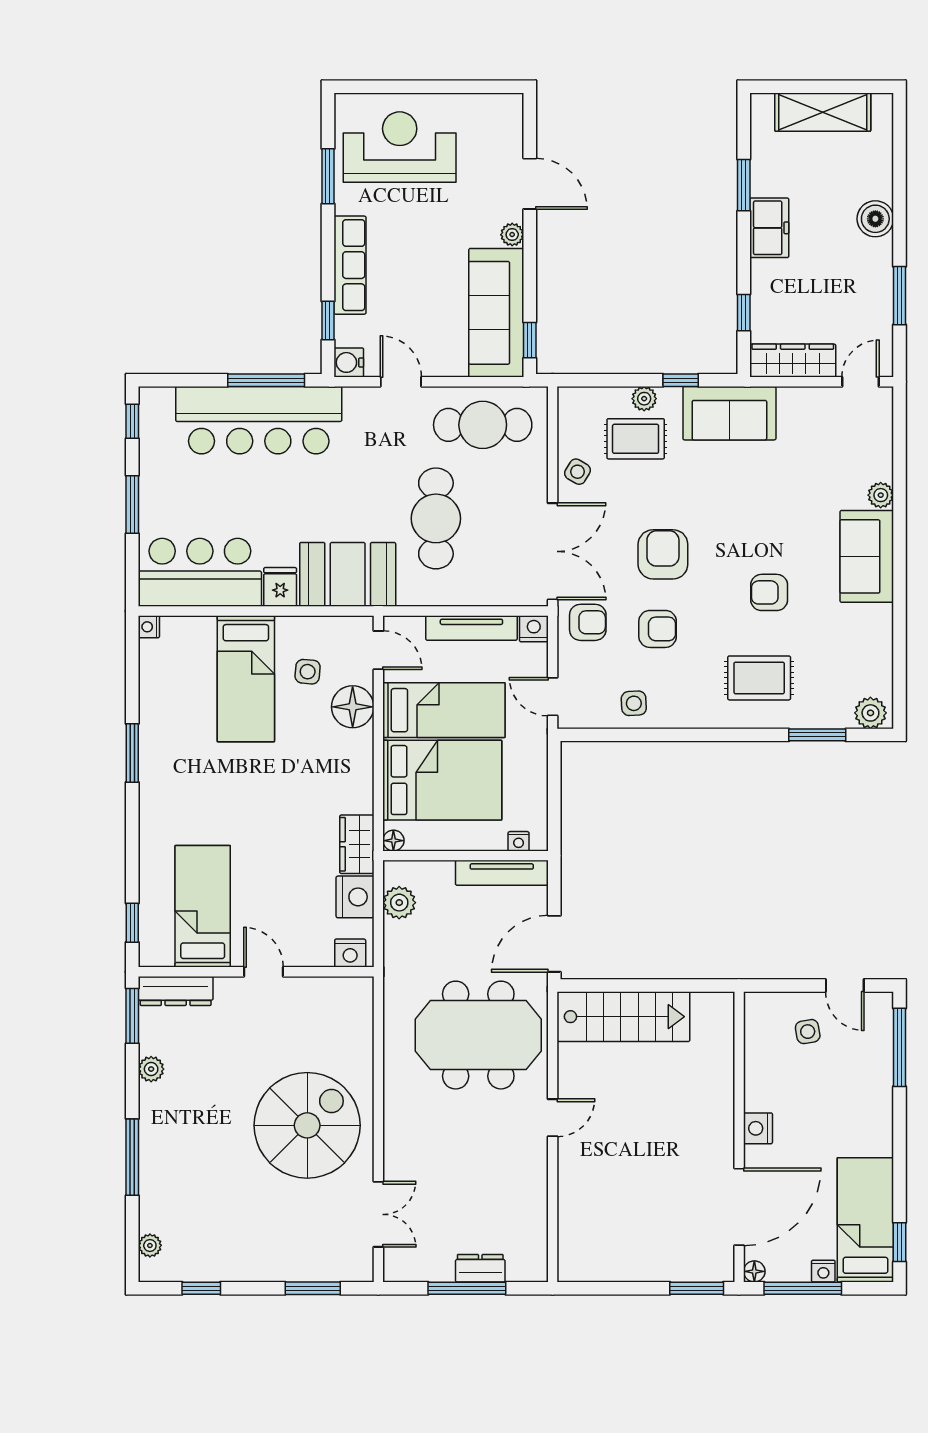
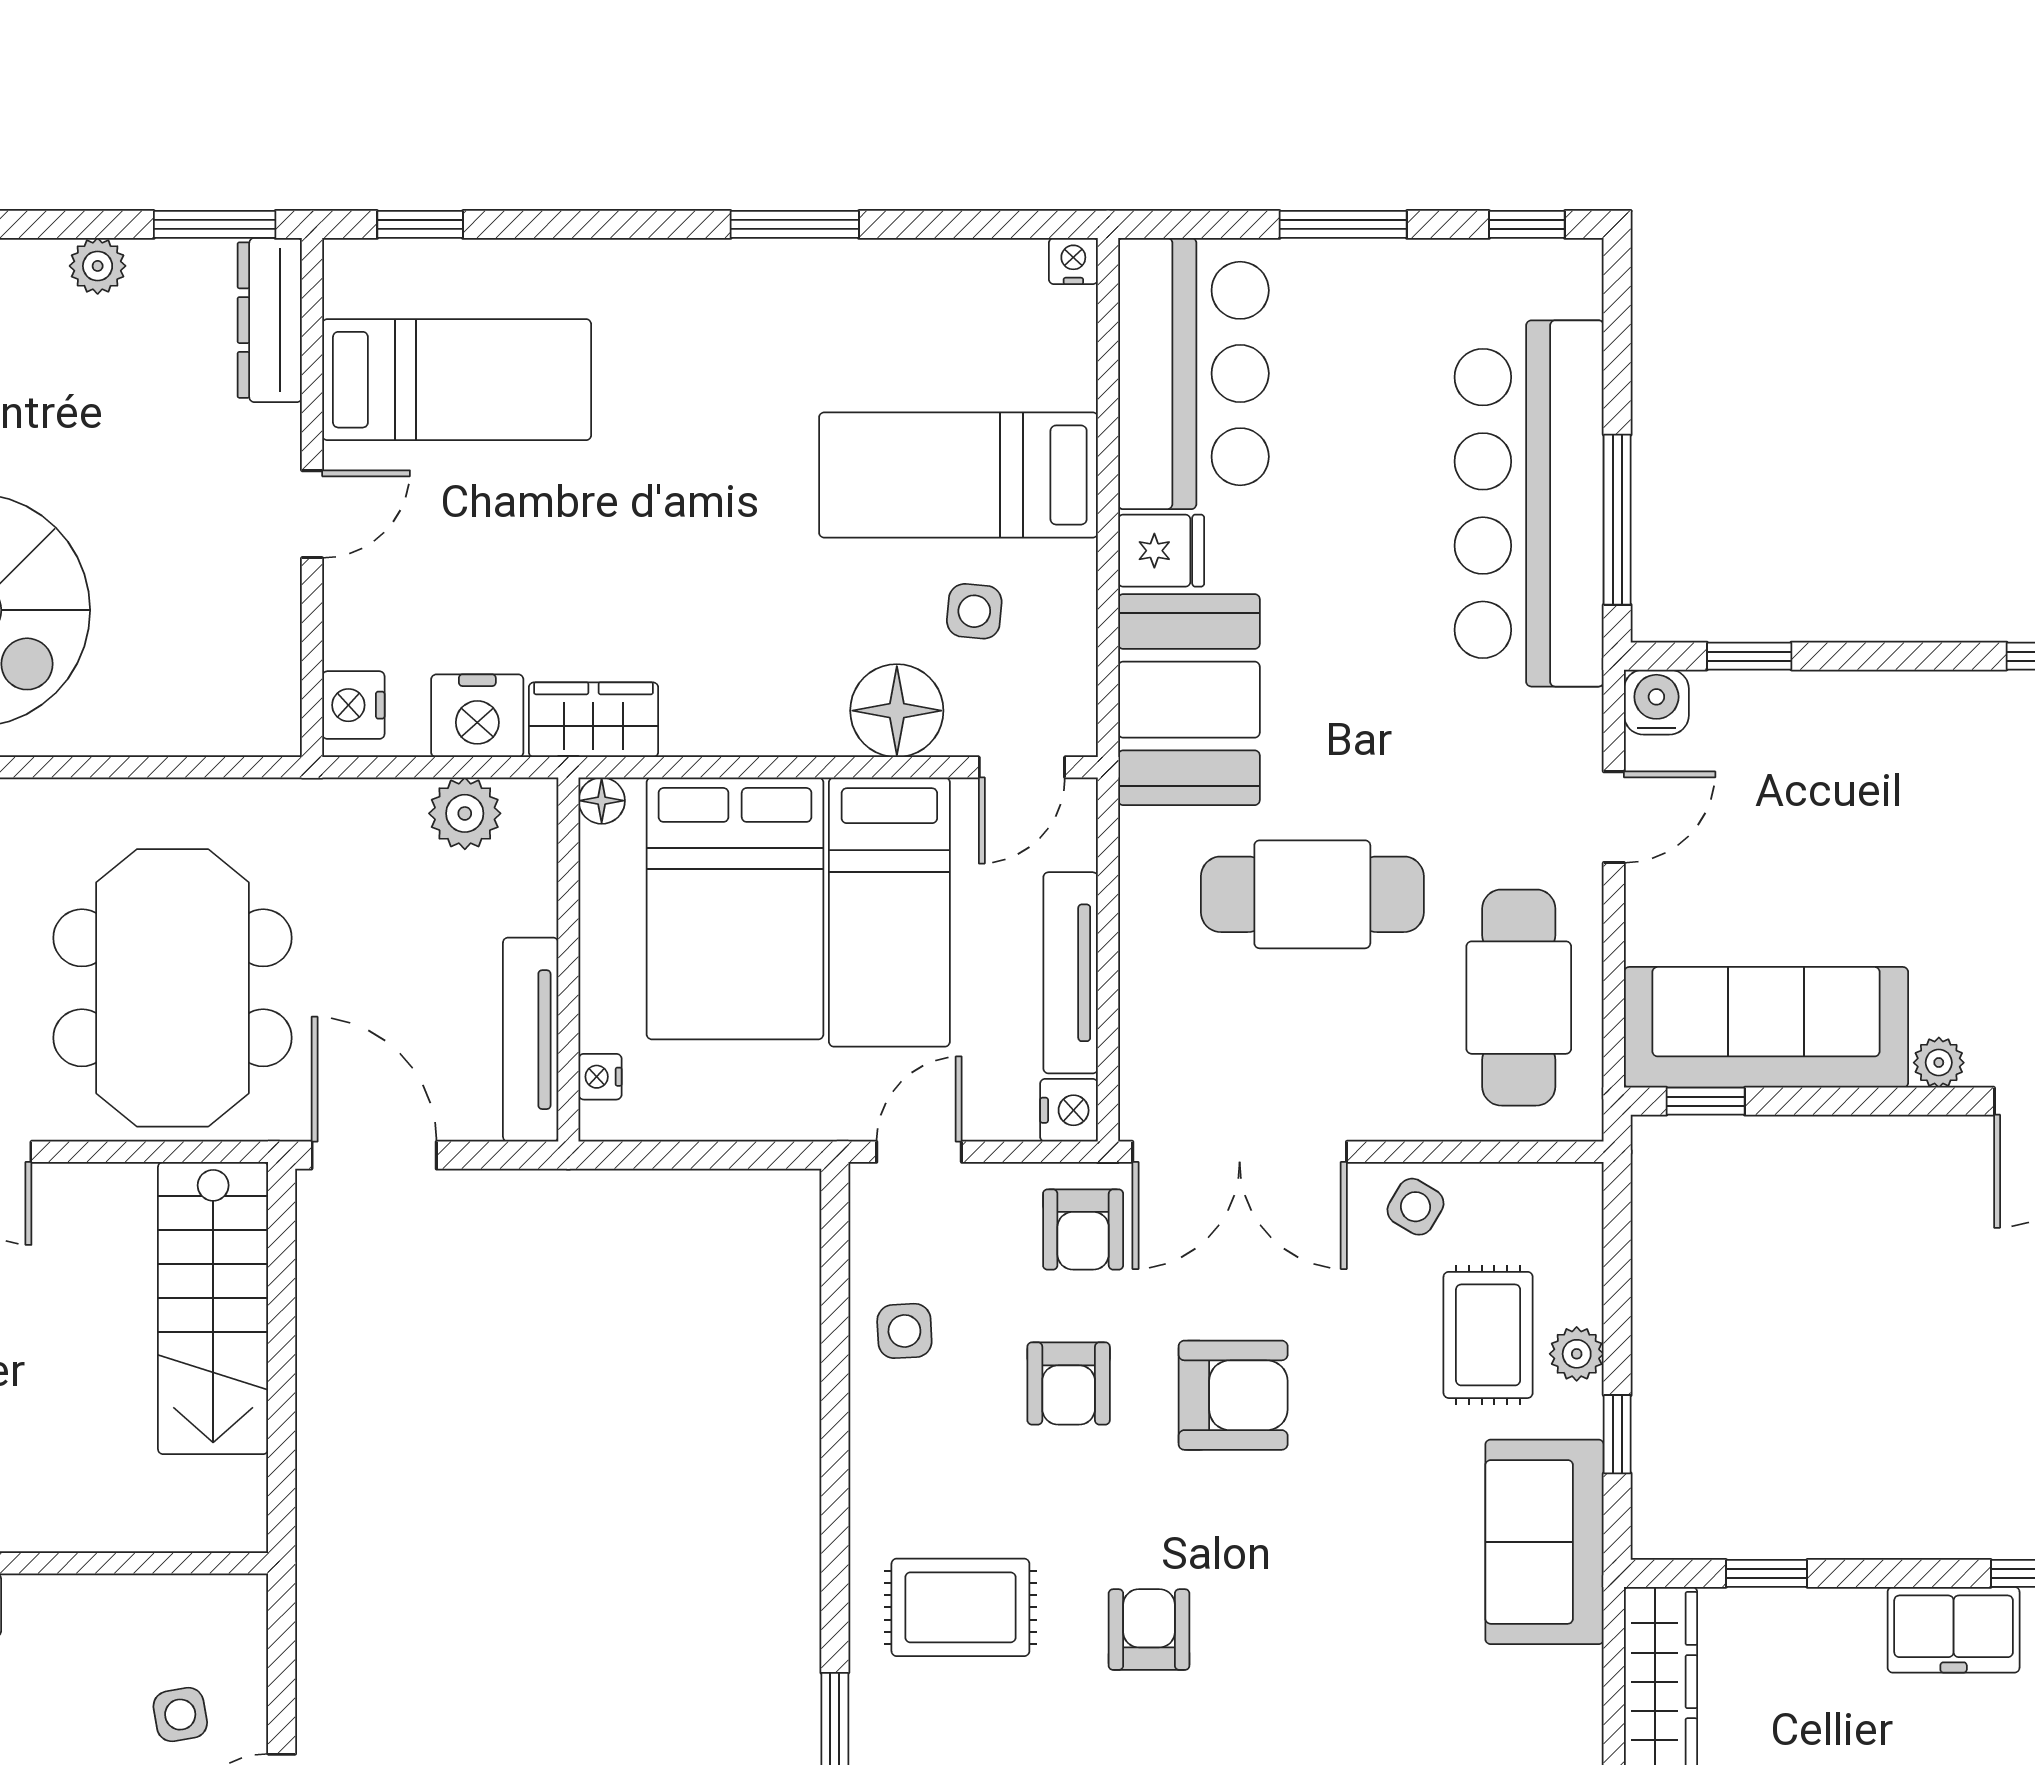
row of seats: (350, 265) -> (1871, 705), removed
rug: (759, 678) -> (960, 1607), turned 90

